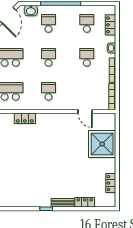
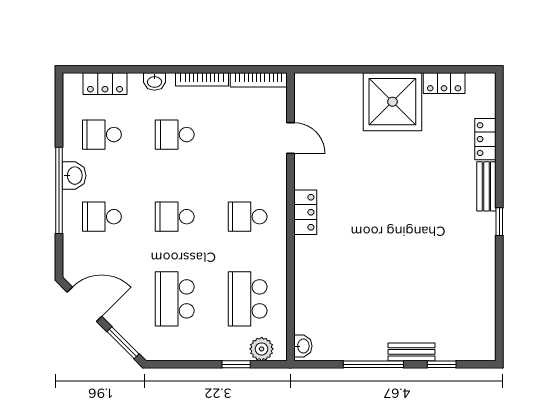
washbasin: (31, 10) -> (74, 176), moved
door: (85, 111) -> (290, 138), hinge flipped
locker: (25, 118) -> (305, 212), moved
shower: (102, 144) -> (392, 102), moved

